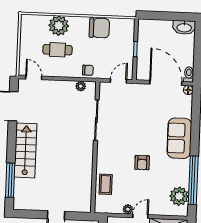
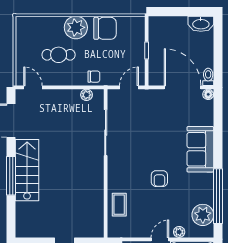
plant: (59, 26) -> (76, 27), moved
window: (10, 180) -> (11, 176), moved
plant: (128, 209) -> (179, 232), moved

